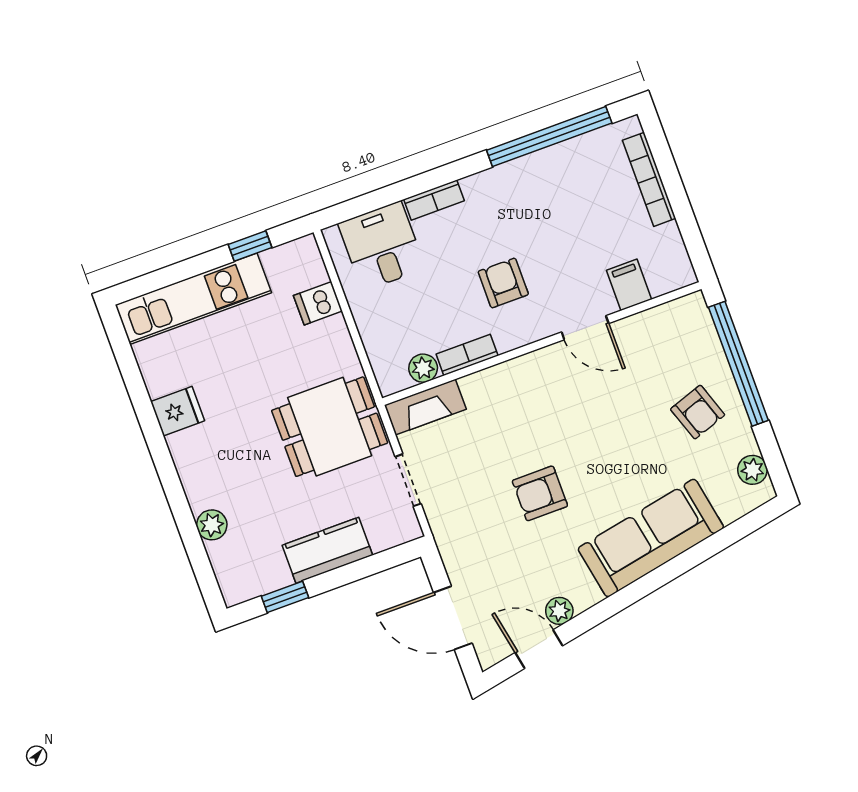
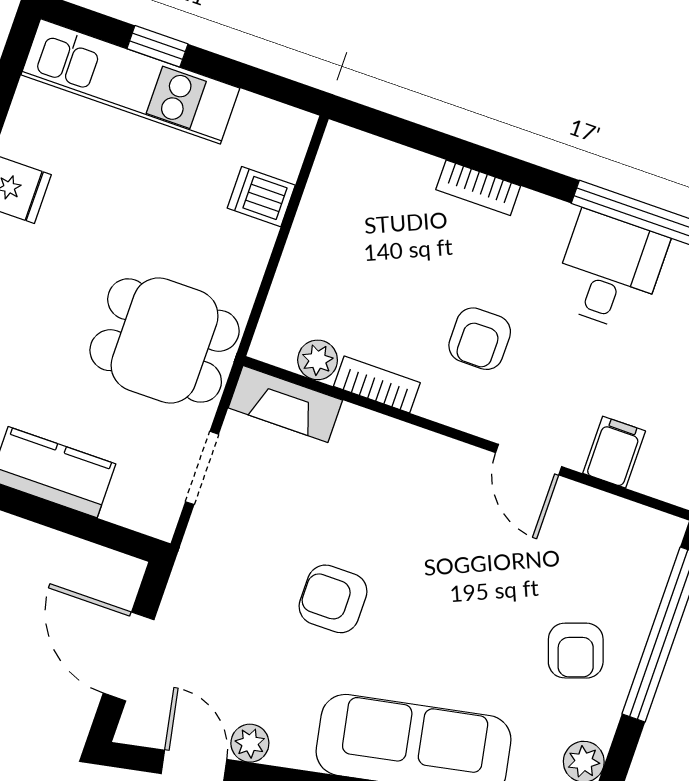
window: (250, 246) -> (157, 46), moved
desk: (382, 246) -> (610, 271), moved
armchair: (503, 283) -> (480, 339), turned 180

